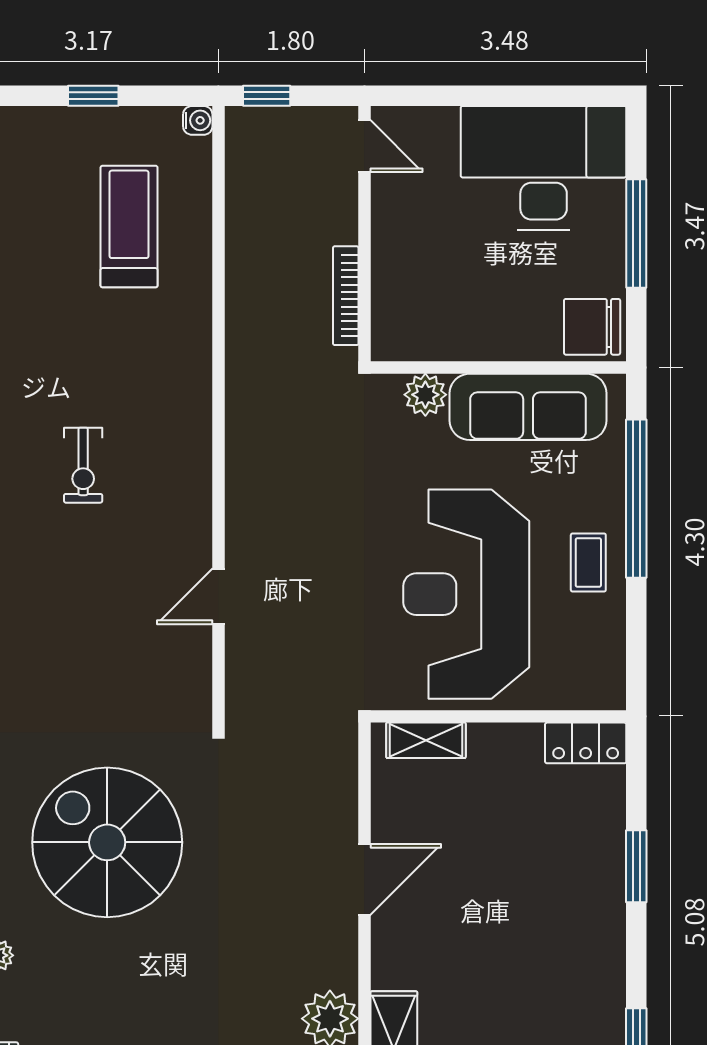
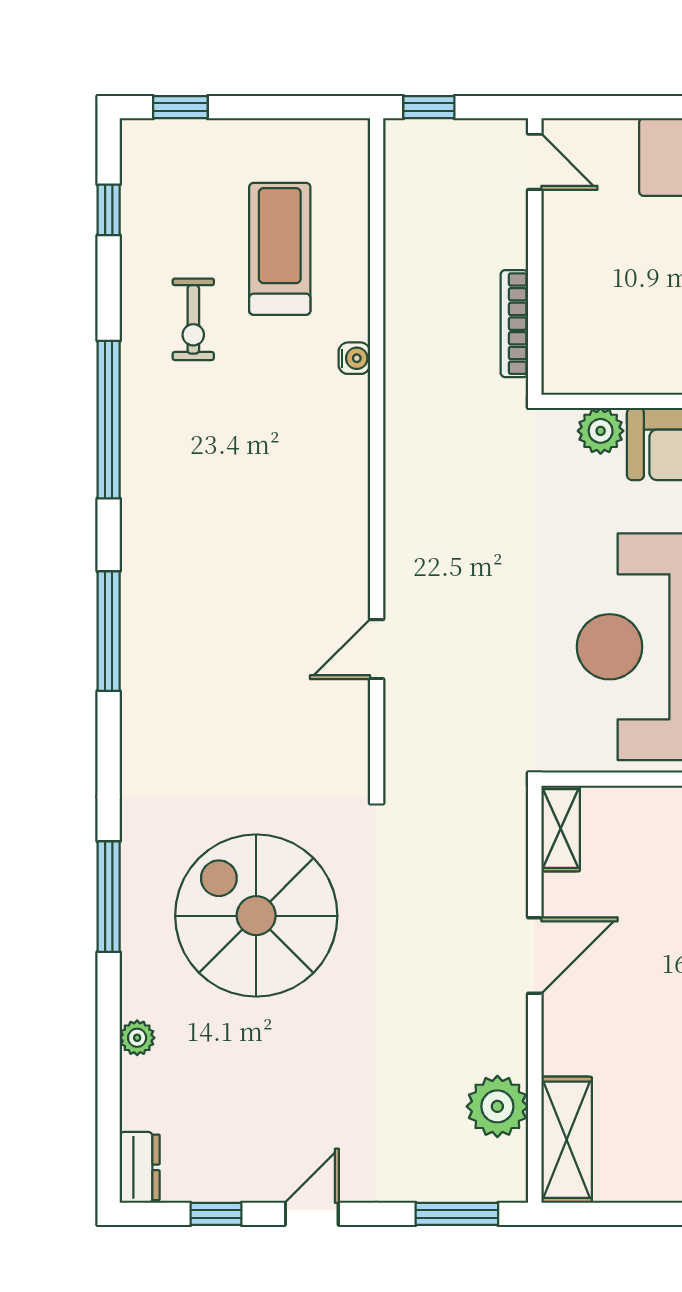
window: (93, 96) -> (180, 107), moved
water cooler: (198, 120) -> (354, 358), moved
exercise bike: (83, 465) -> (193, 319), moved
shelving: (426, 740) -> (561, 829), moved, turned 90

